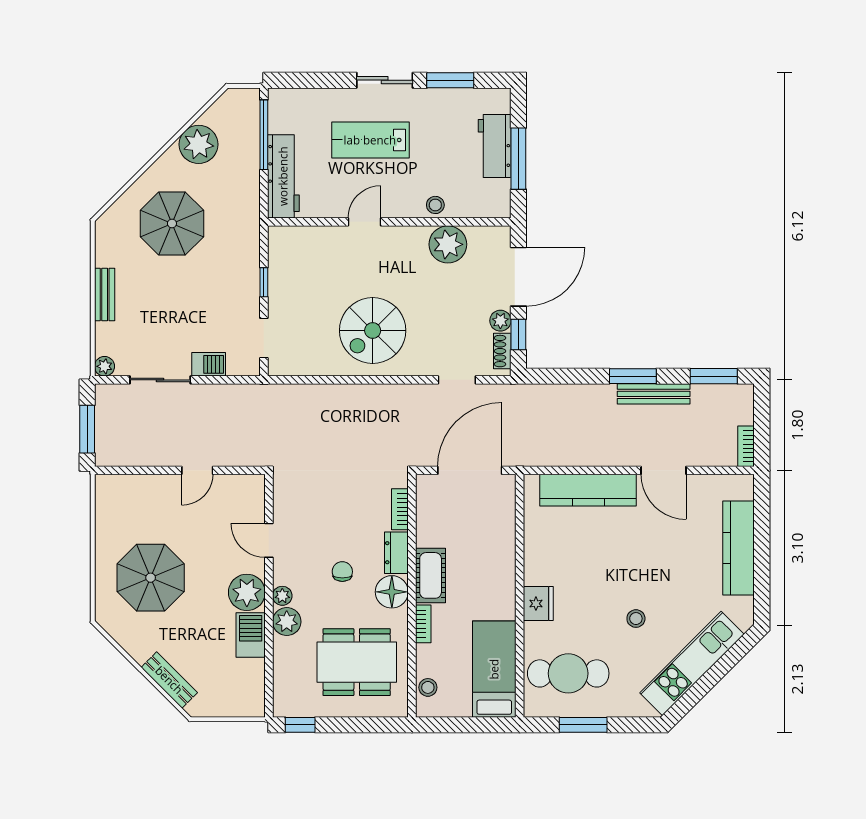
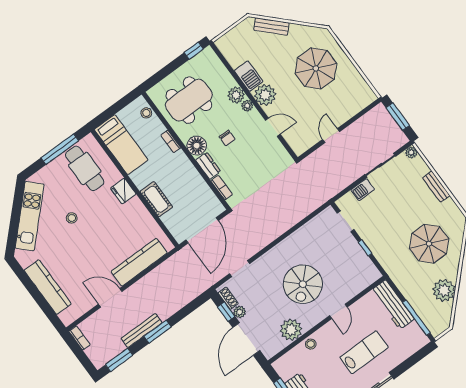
spiral stairs: (373, 331) -> (303, 284), moved, turned 180
cot: (431, 575) -> (156, 199), moved
cafe table: (568, 673) -> (85, 168), turned 90
window: (583, 725) -> (60, 149), width x1.44

